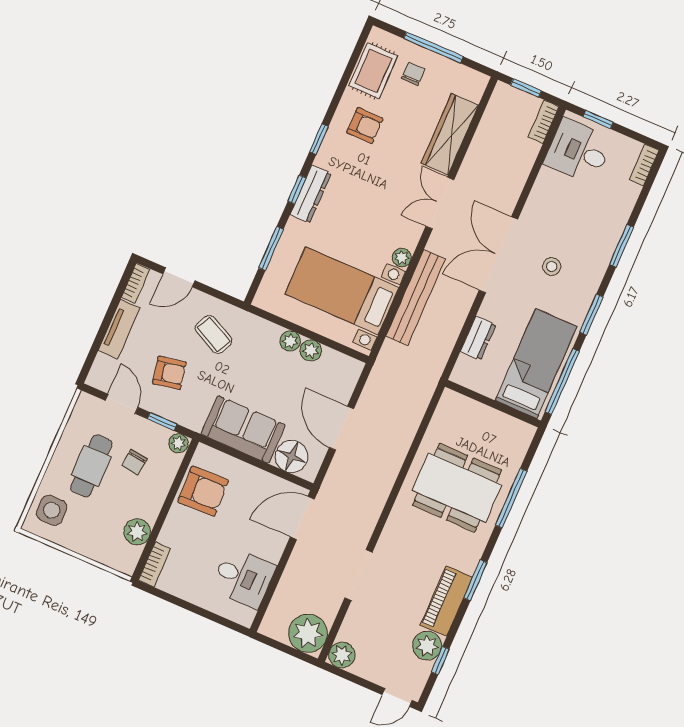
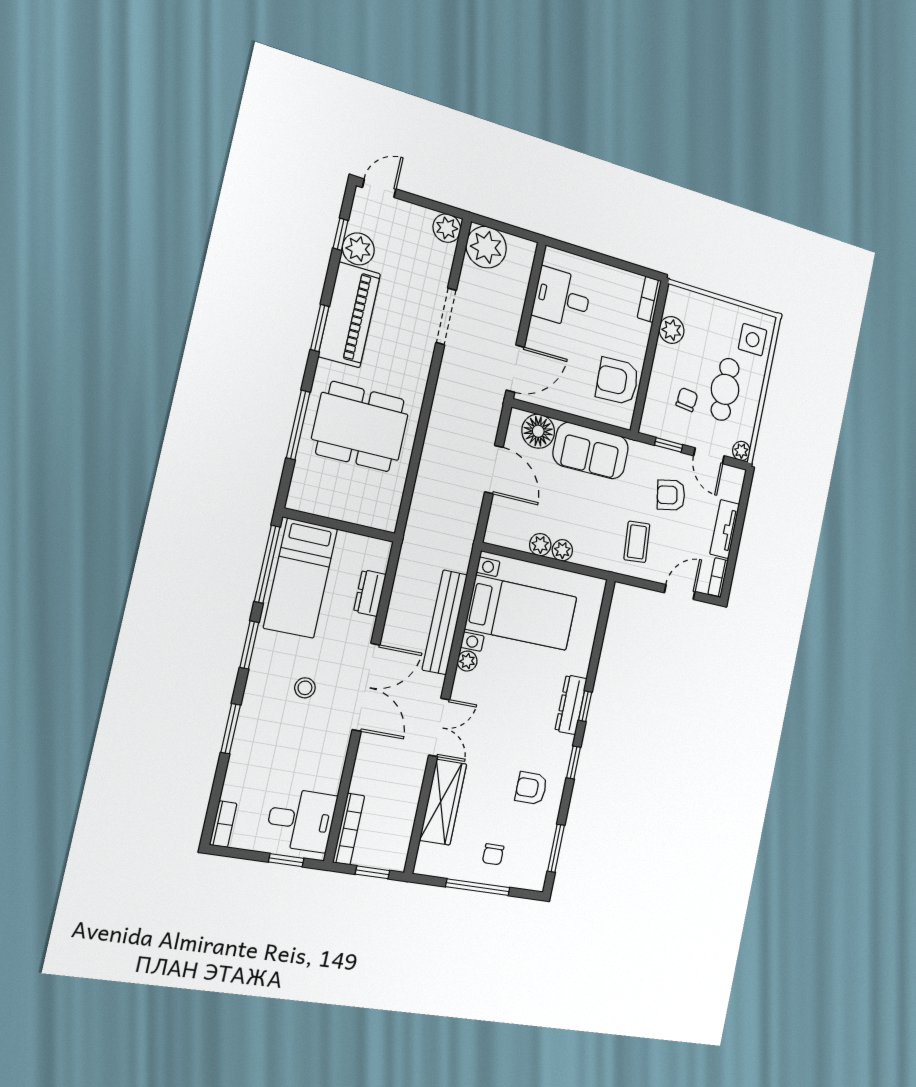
rug: (373, 71) -> (534, 846), removed
bookcase: (544, 122) -> (349, 829), width x1.56
window: (271, 249) -> (556, 848), moved
coffee table: (214, 334) -> (637, 542), turned 59
plant: (178, 443) -> (741, 451), moved
piano: (446, 601) -> (349, 315), width x1.37, depth x1.33

